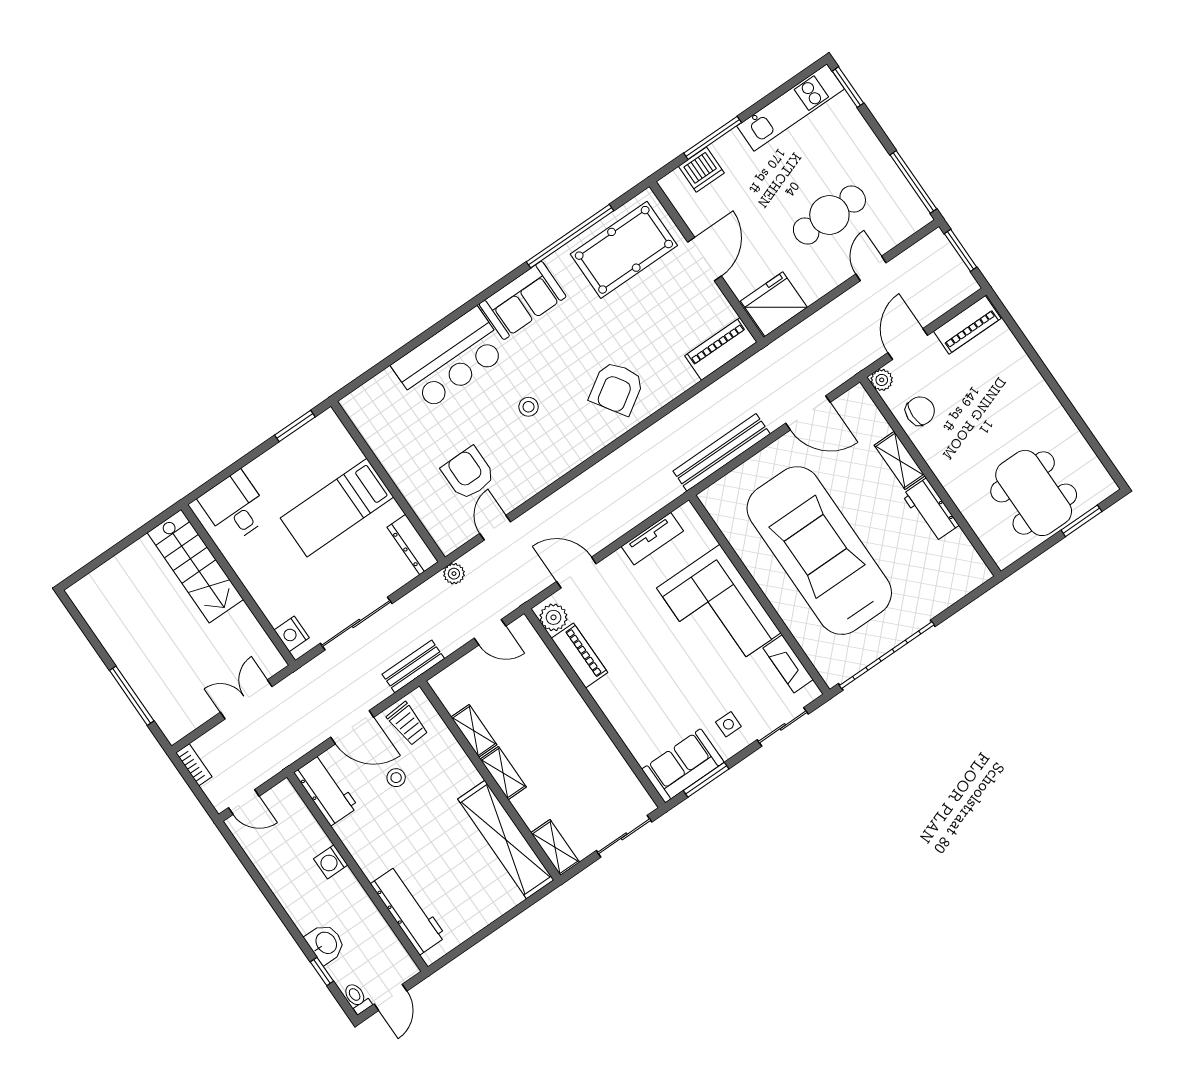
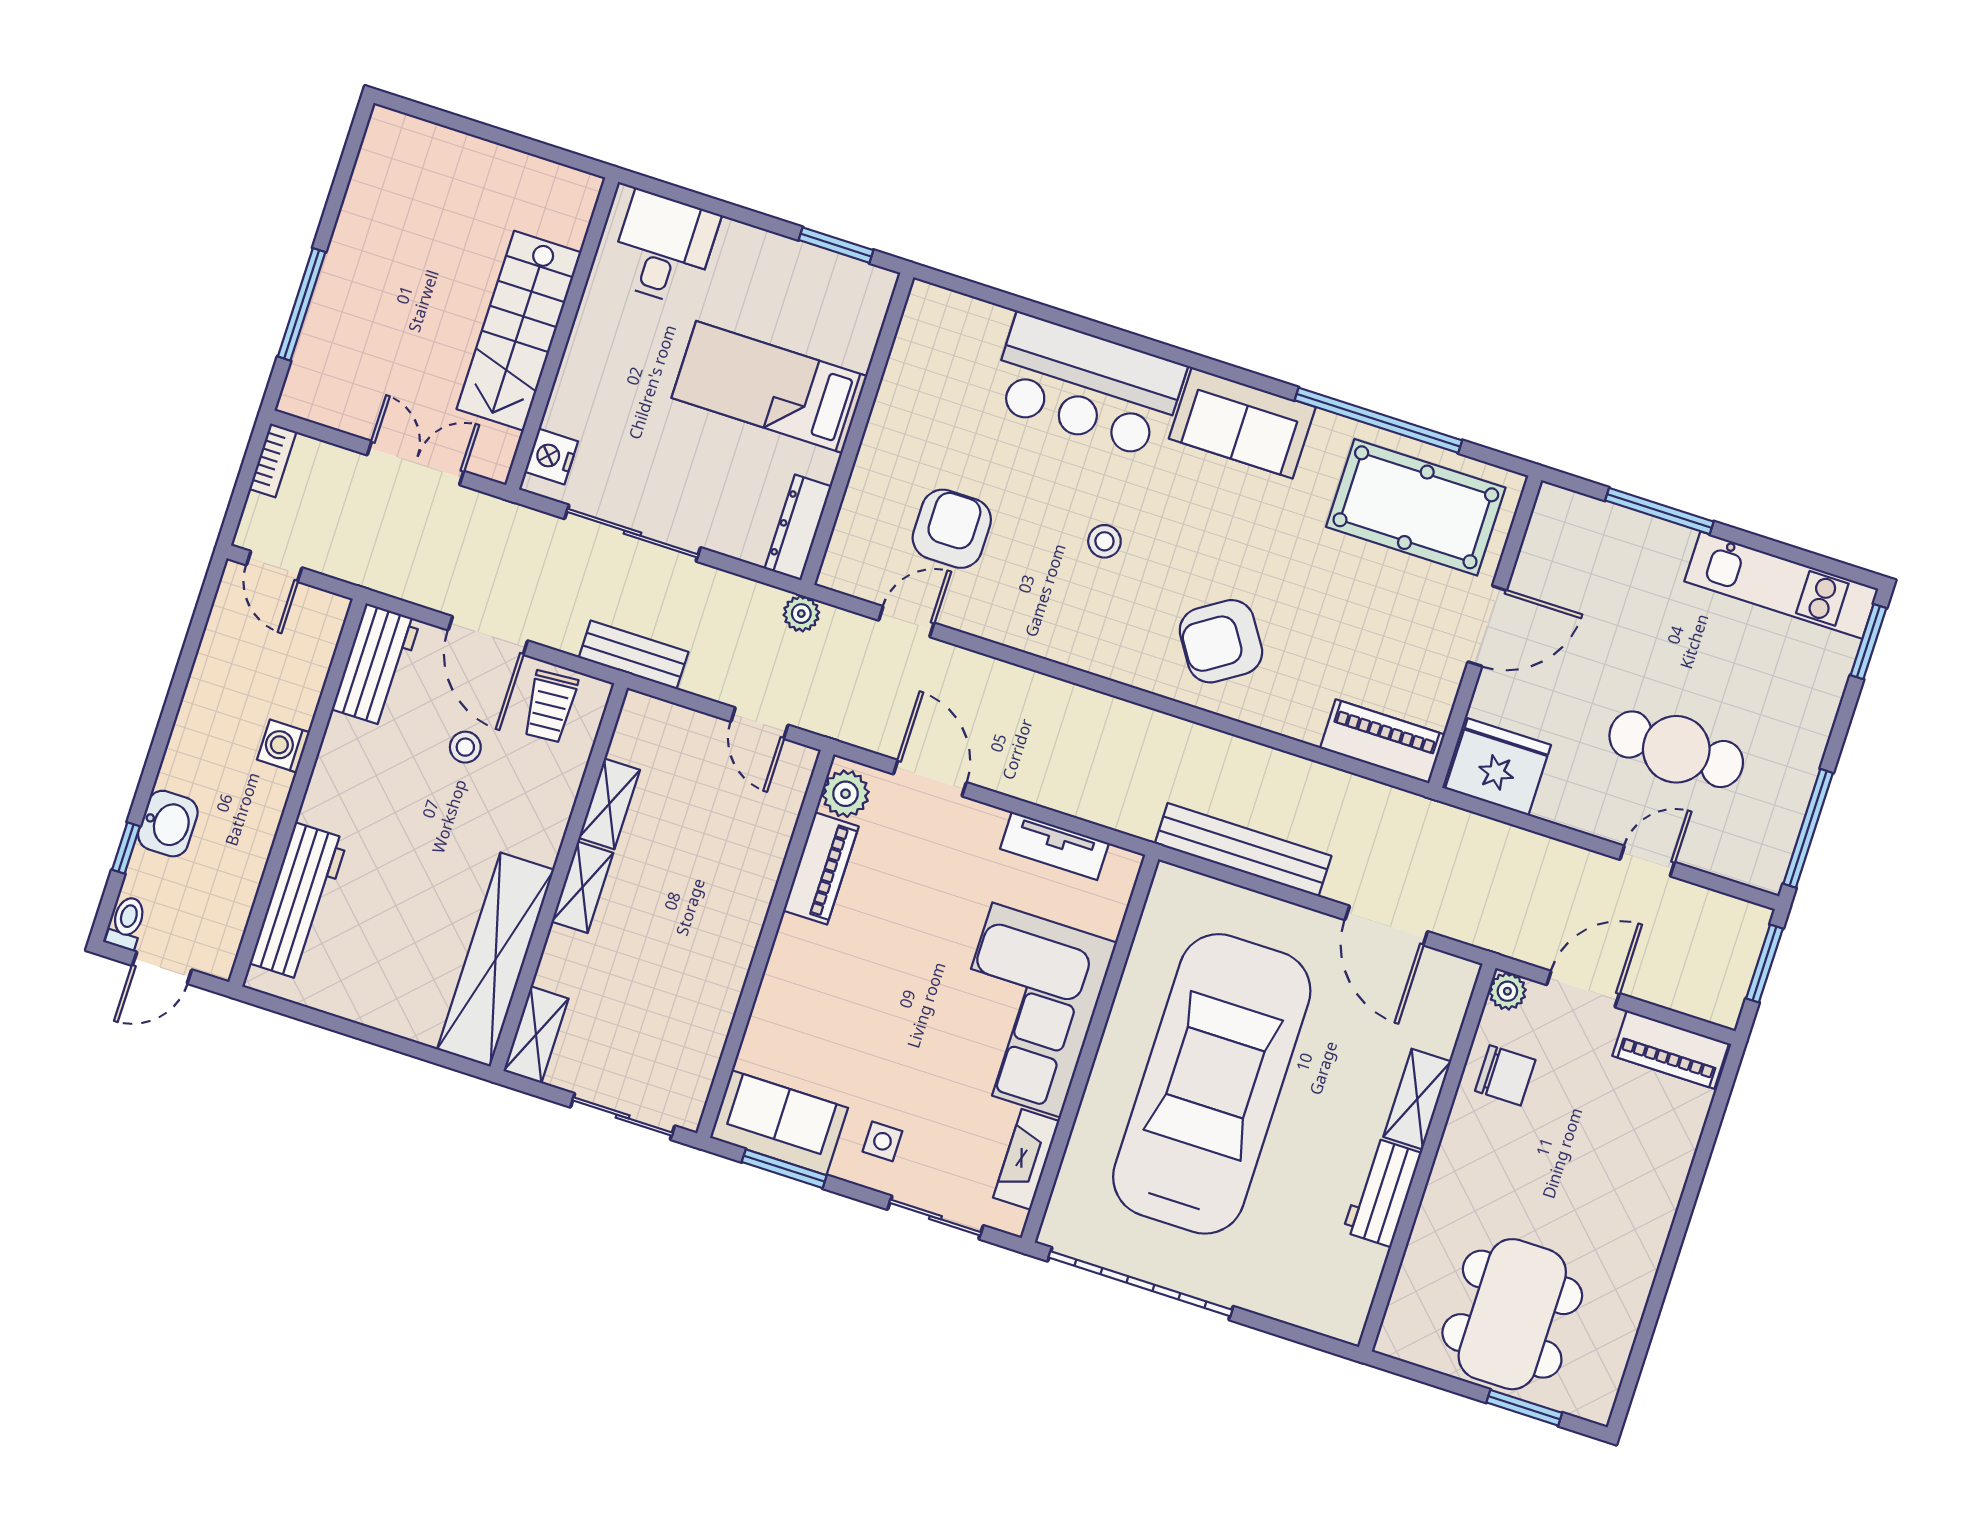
dishwasher: (701, 170) -> (1605, 529), removed
stairs: (195, 566) -> (519, 331), moved

